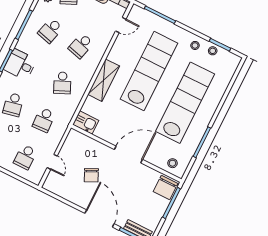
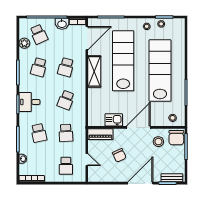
door: (121, 25) -> (87, 38), width x1.88
shelving: (104, 80) -> (94, 71), moved
school desk: (62, 83) -> (66, 100), turned 45
kitchen sink: (86, 123) -> (114, 120), moved
piano: (82, 141) -> (100, 134), added
stool: (143, 182) -> (158, 142), added
door: (99, 218) -> (140, 183), hinge flipped

